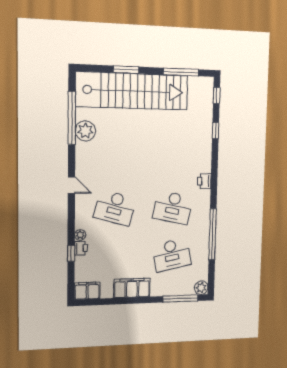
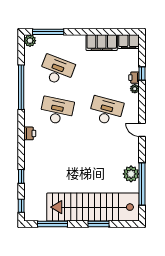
desk: (172, 255) -> (57, 70), turned 33
filing cabinet: (132, 288) -> (102, 43), moved

